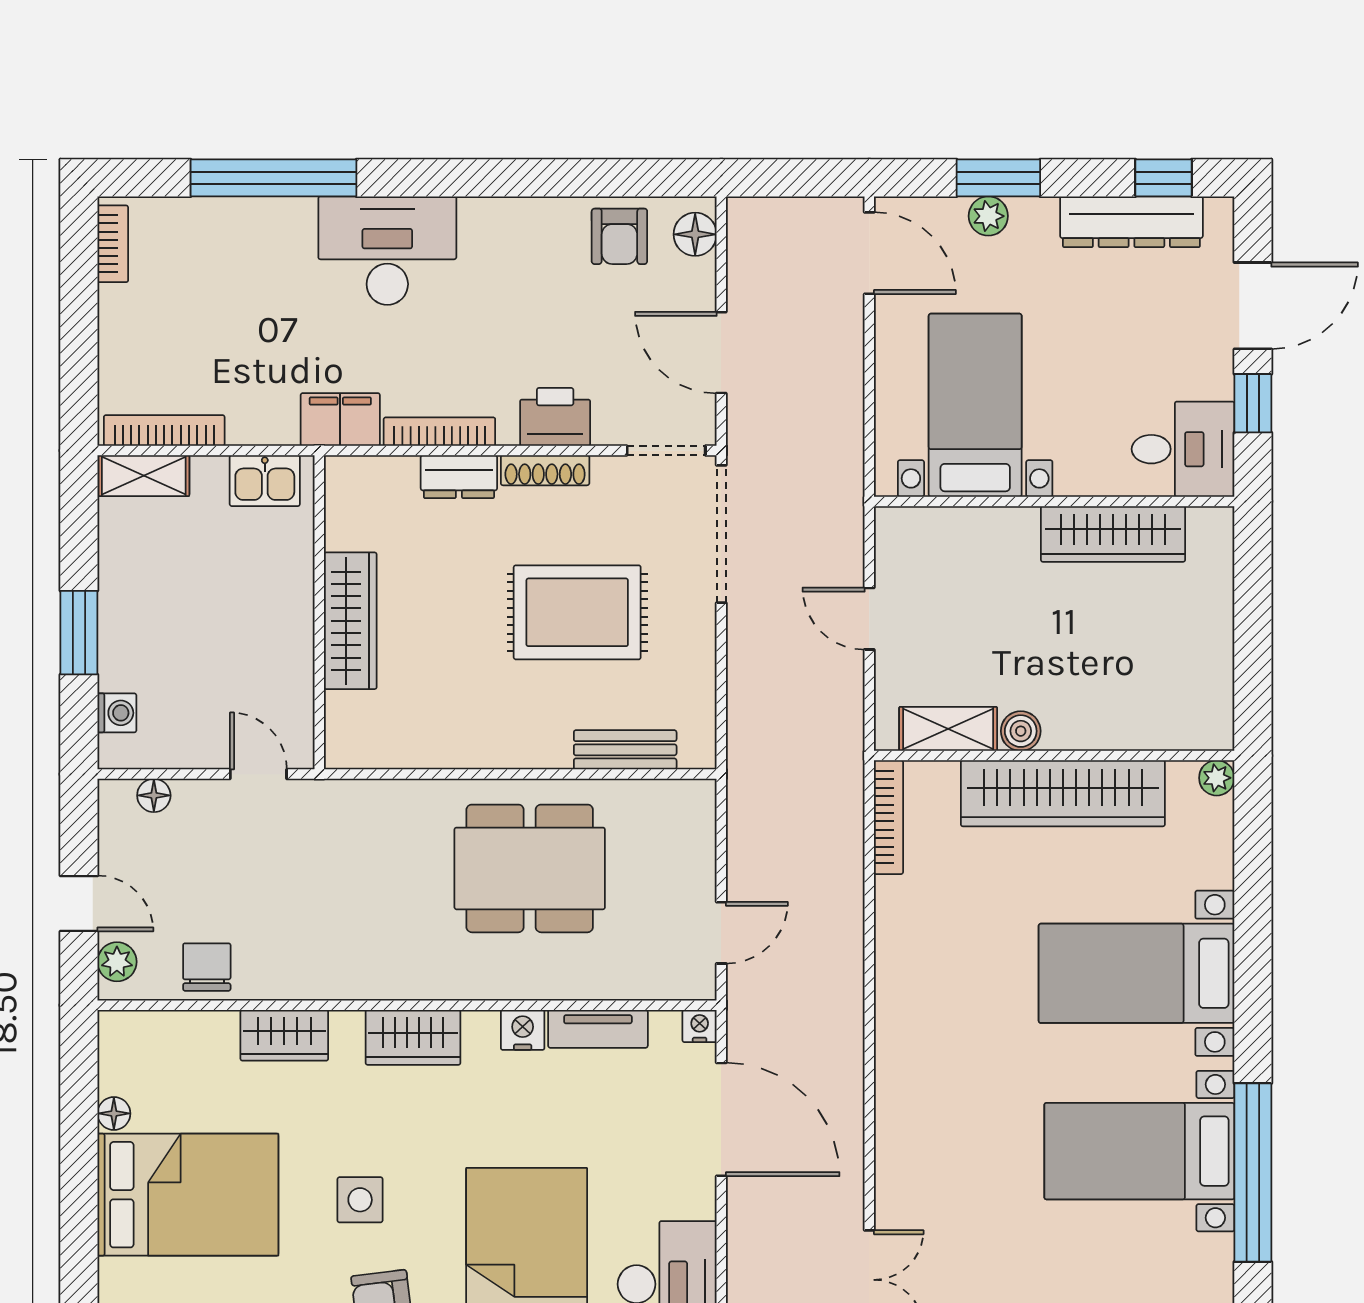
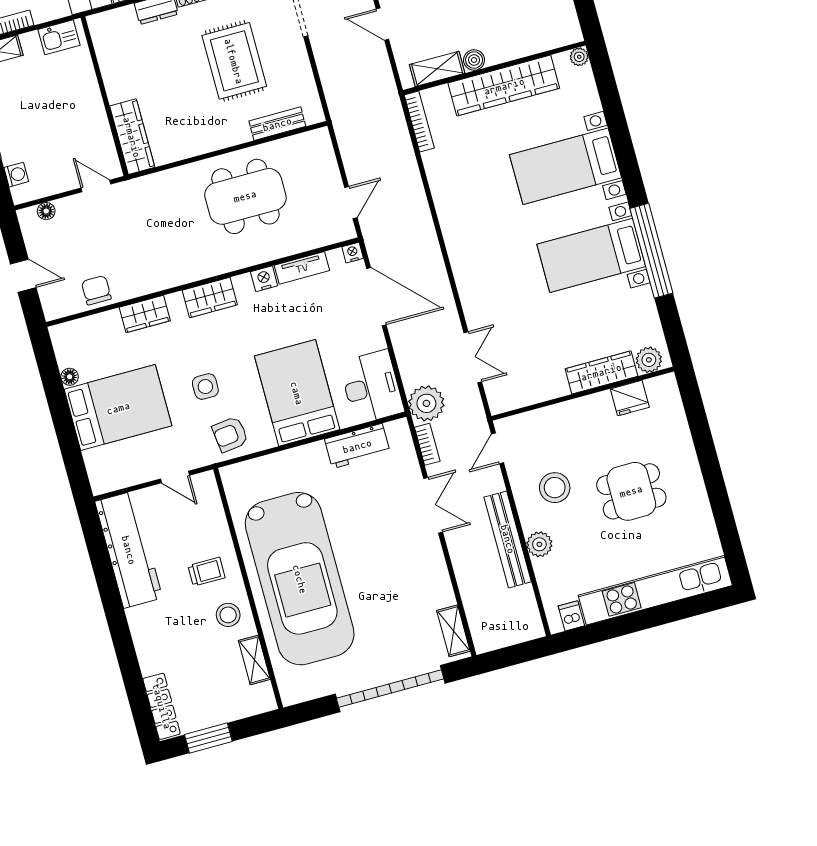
rug: (577, 612) -> (234, 61), turned 90
wardrobe: (350, 621) -> (132, 137), moved
plant: (117, 962) -> (50, 300), removed

